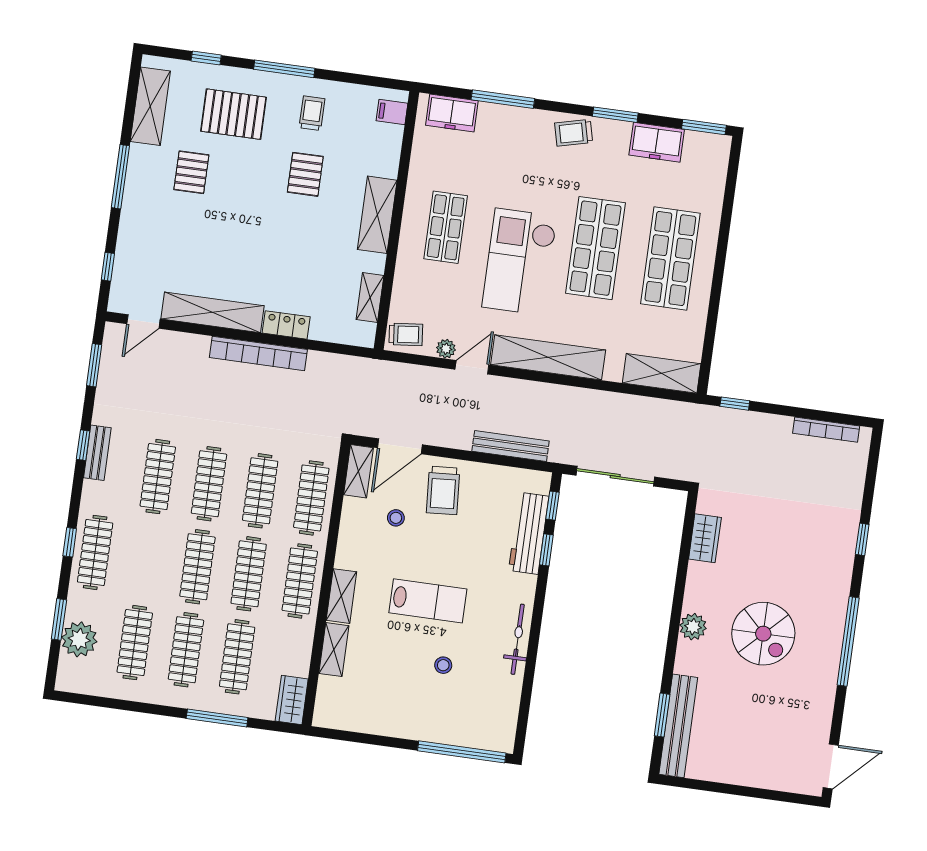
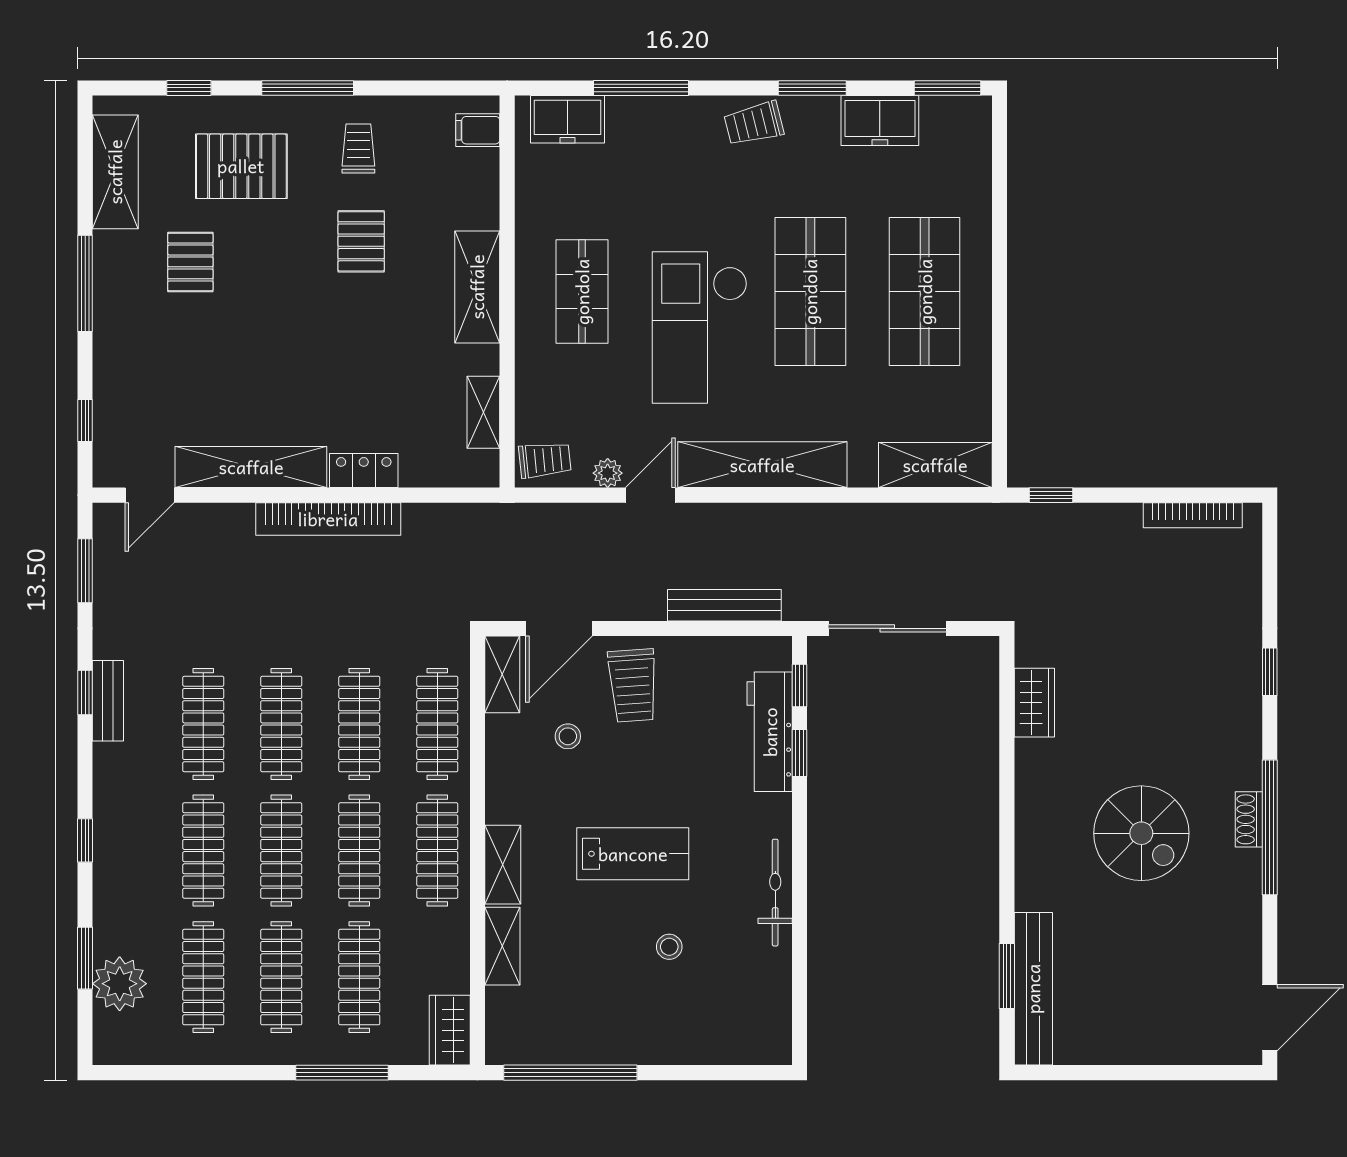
clothes rail: (95, 552) -> (203, 851), moved
plant: (693, 627) -> (1035, 837), removed
shoe rack: (835, 634) -> (1249, 819), added
window: (462, 752) -> (570, 1073), moved

